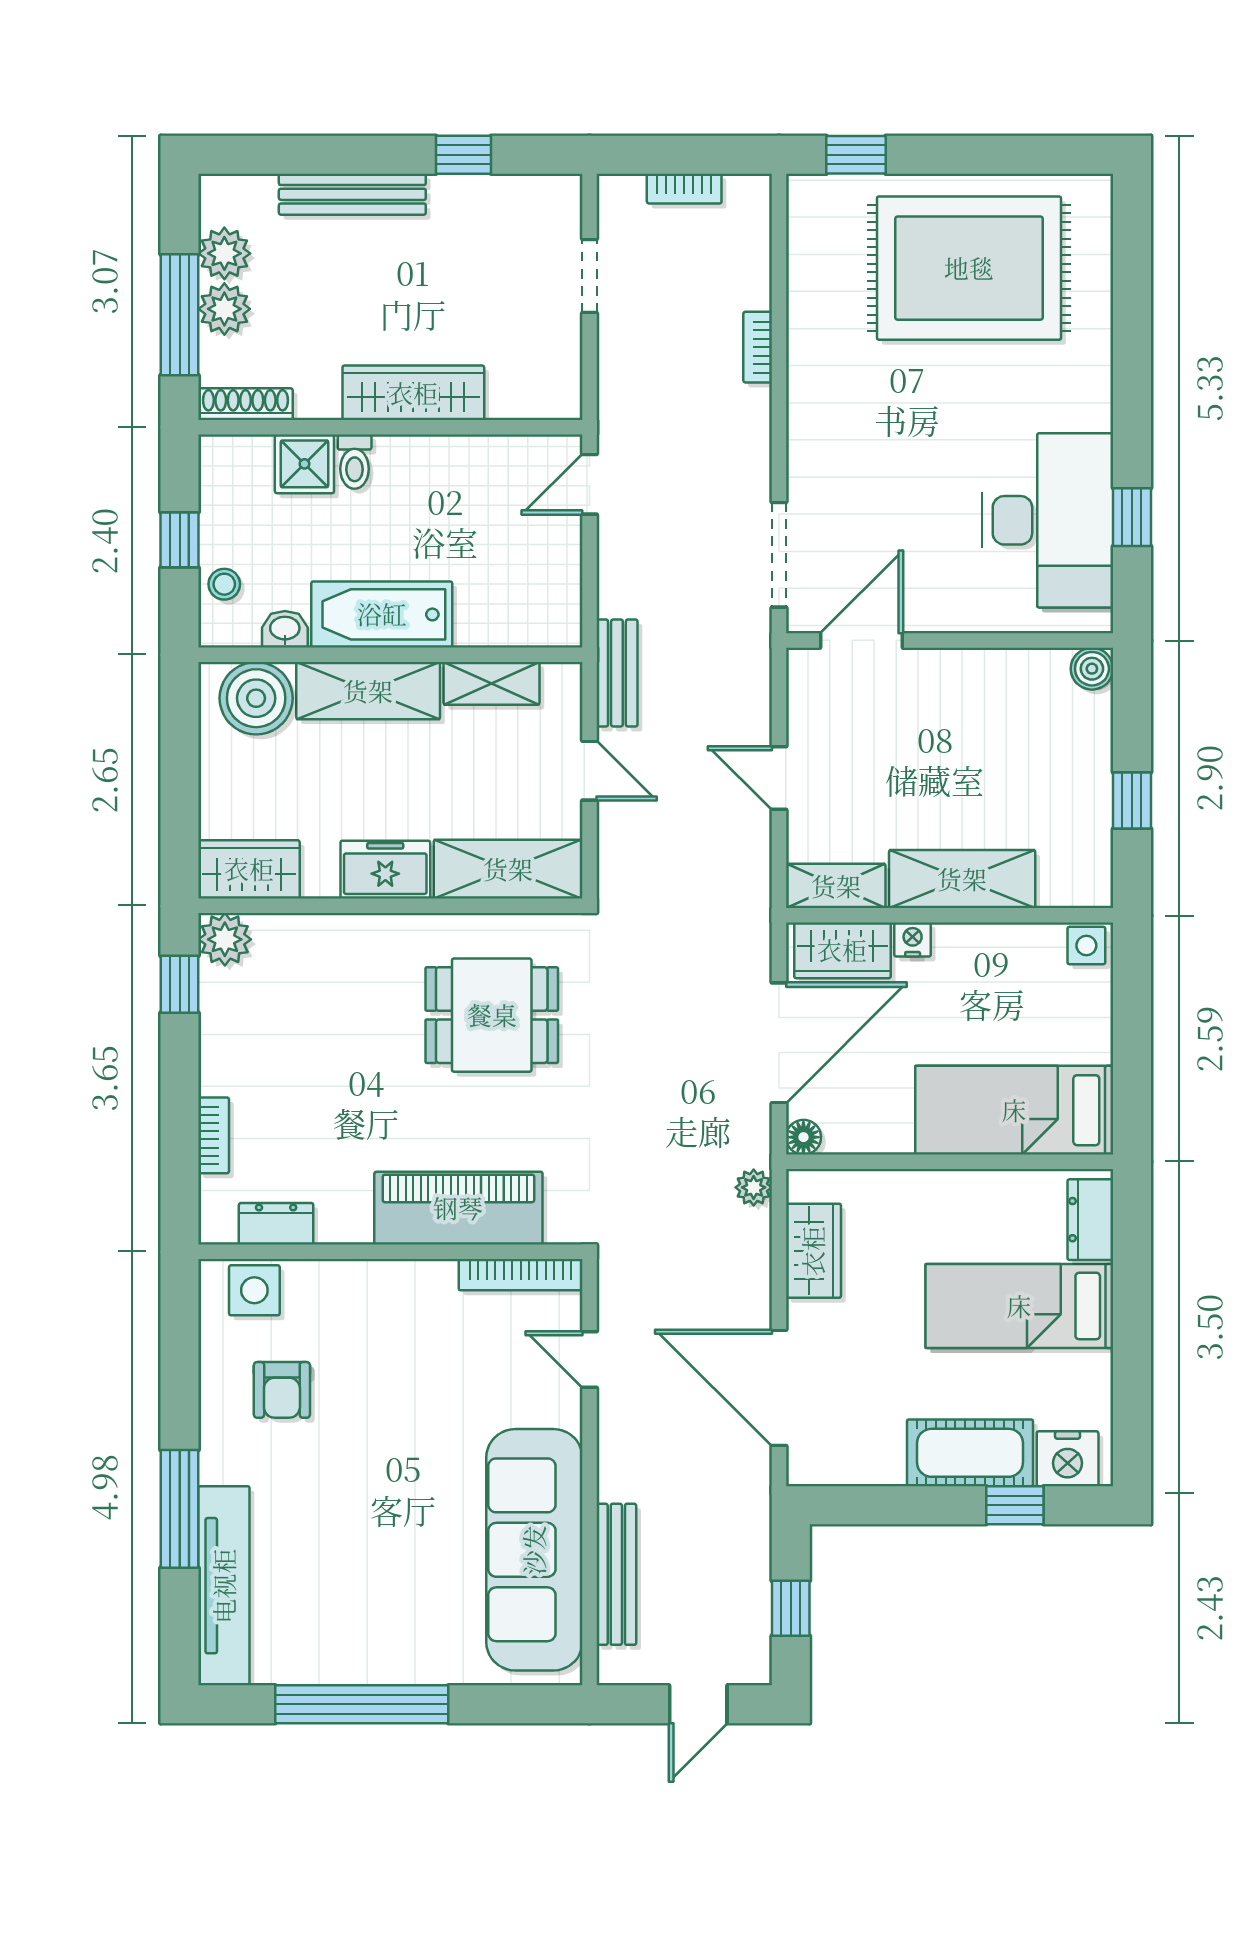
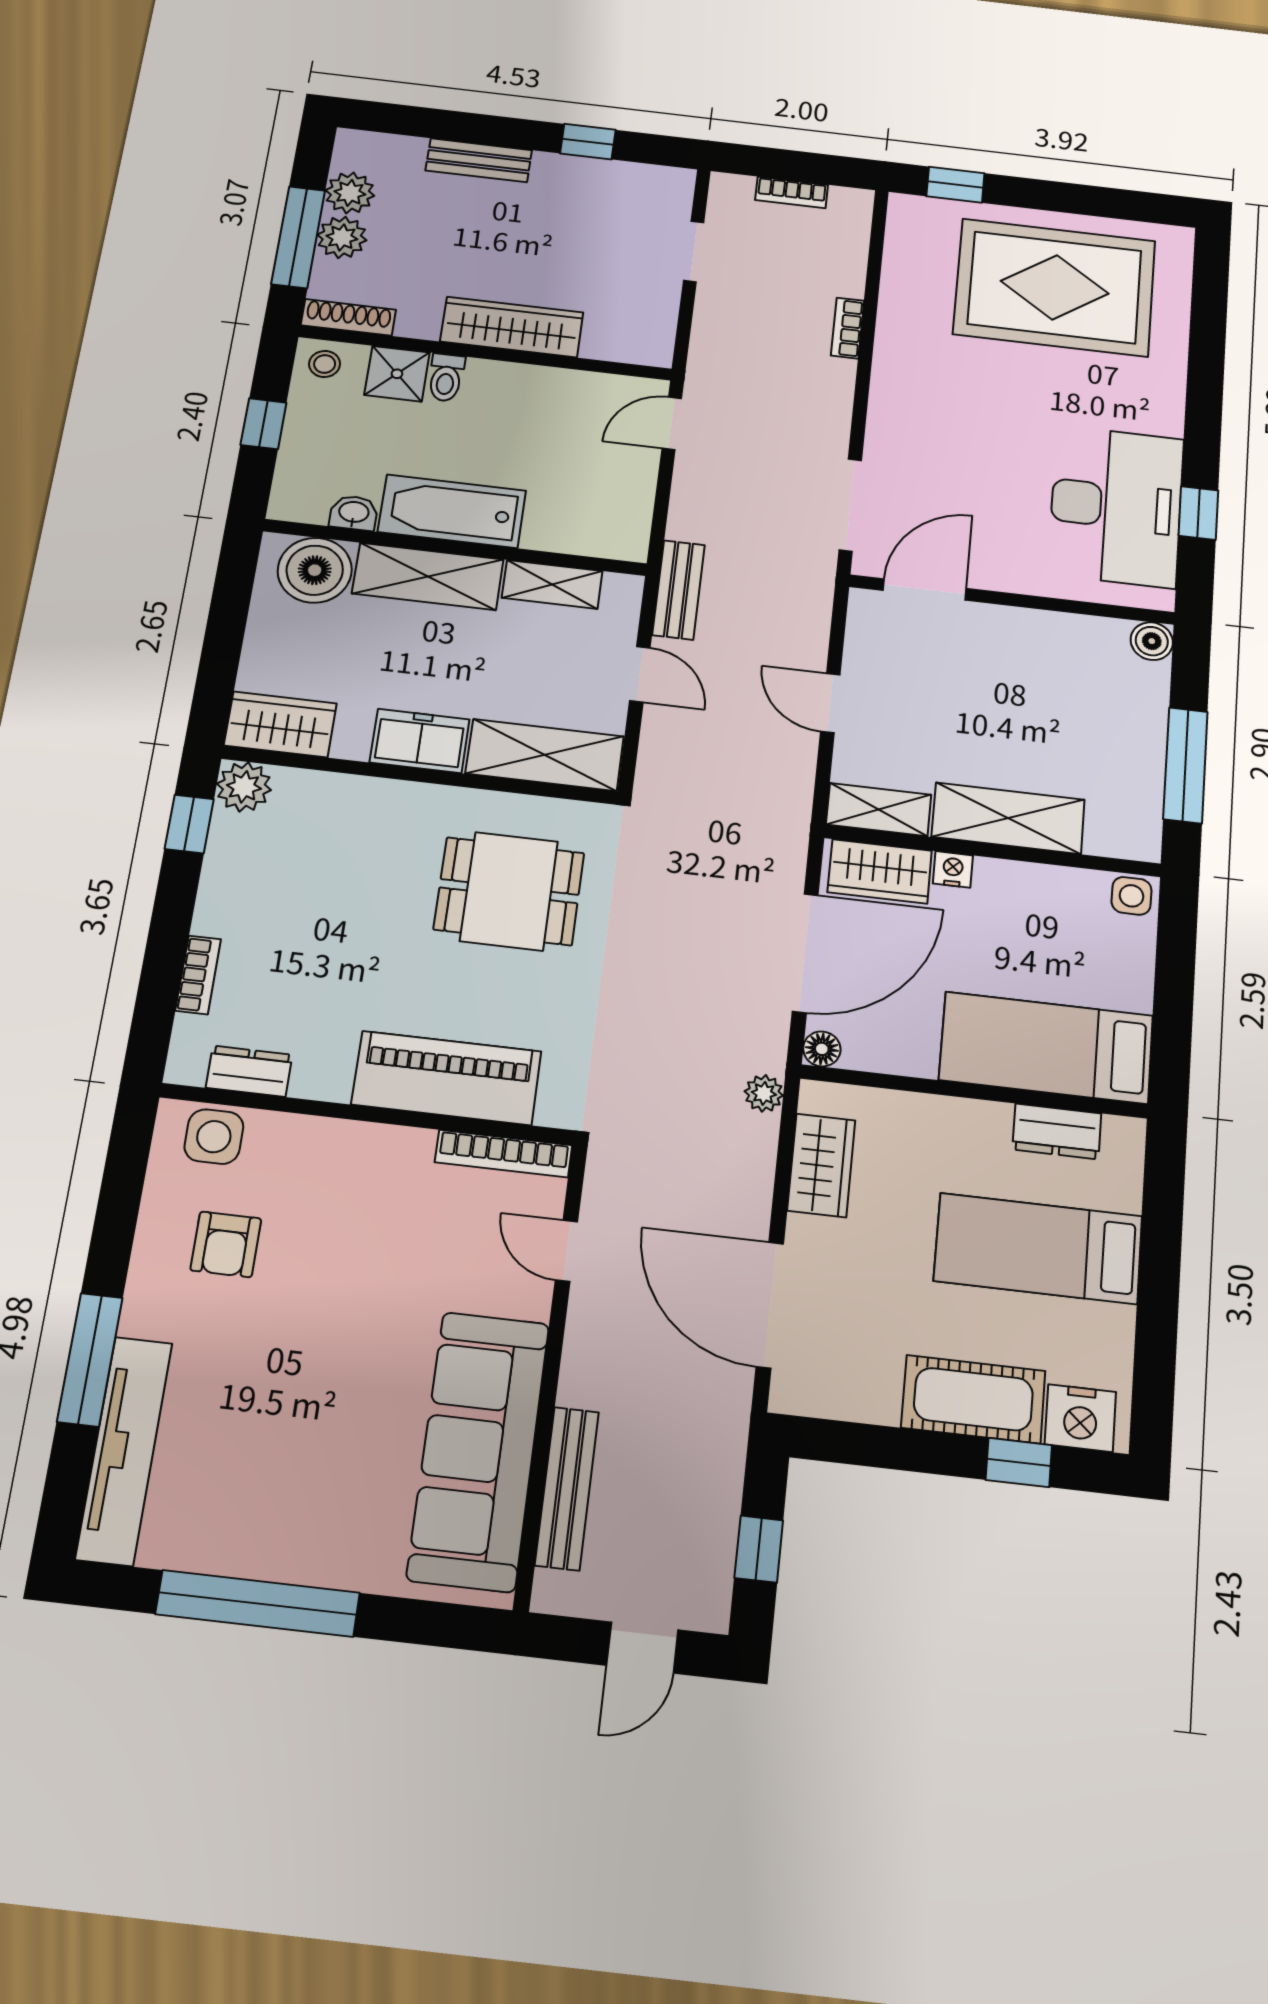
bench: (352, 194) -> (479, 160), width x0.73
stool: (224, 584) -> (325, 364), moved
window: (1132, 800) -> (1185, 765), width x2.17
dresser: (1090, 1220) -> (1057, 1131), moved, turned -90

